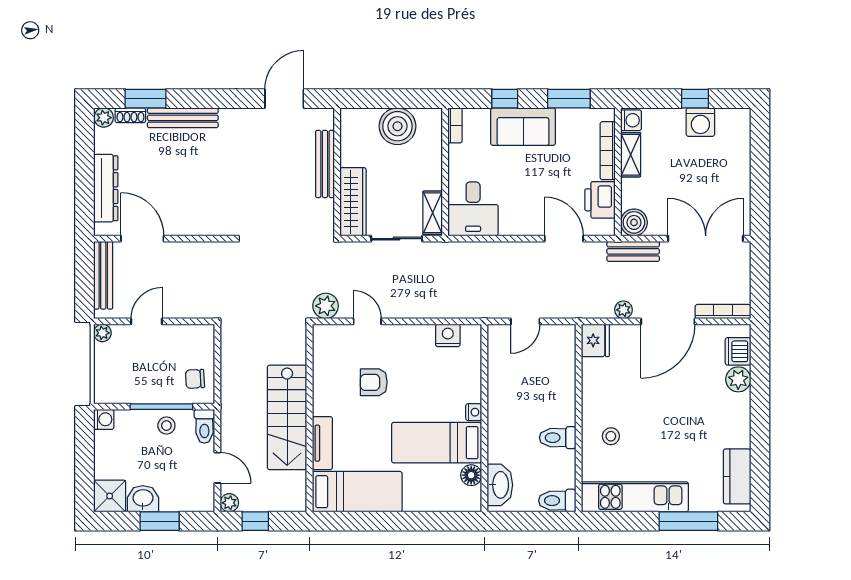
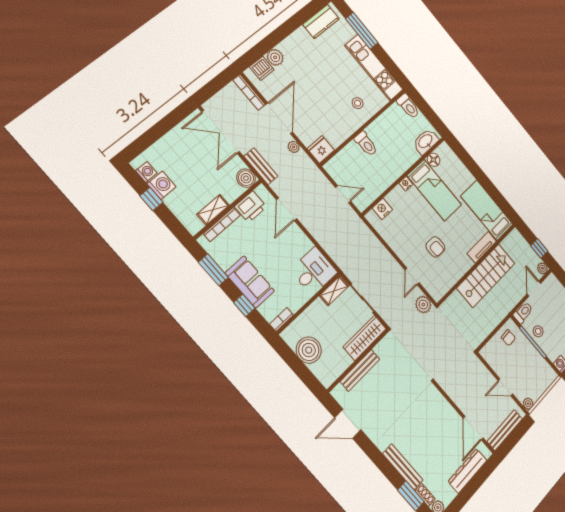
washing machine: (631, 120) -> (146, 172), moved, turned 90
door: (668, 321) -> (279, 118), hinge flipped
nightstand: (448, 335) -> (382, 209), moved, turned 90
toilet: (558, 438) -> (366, 144), moved

